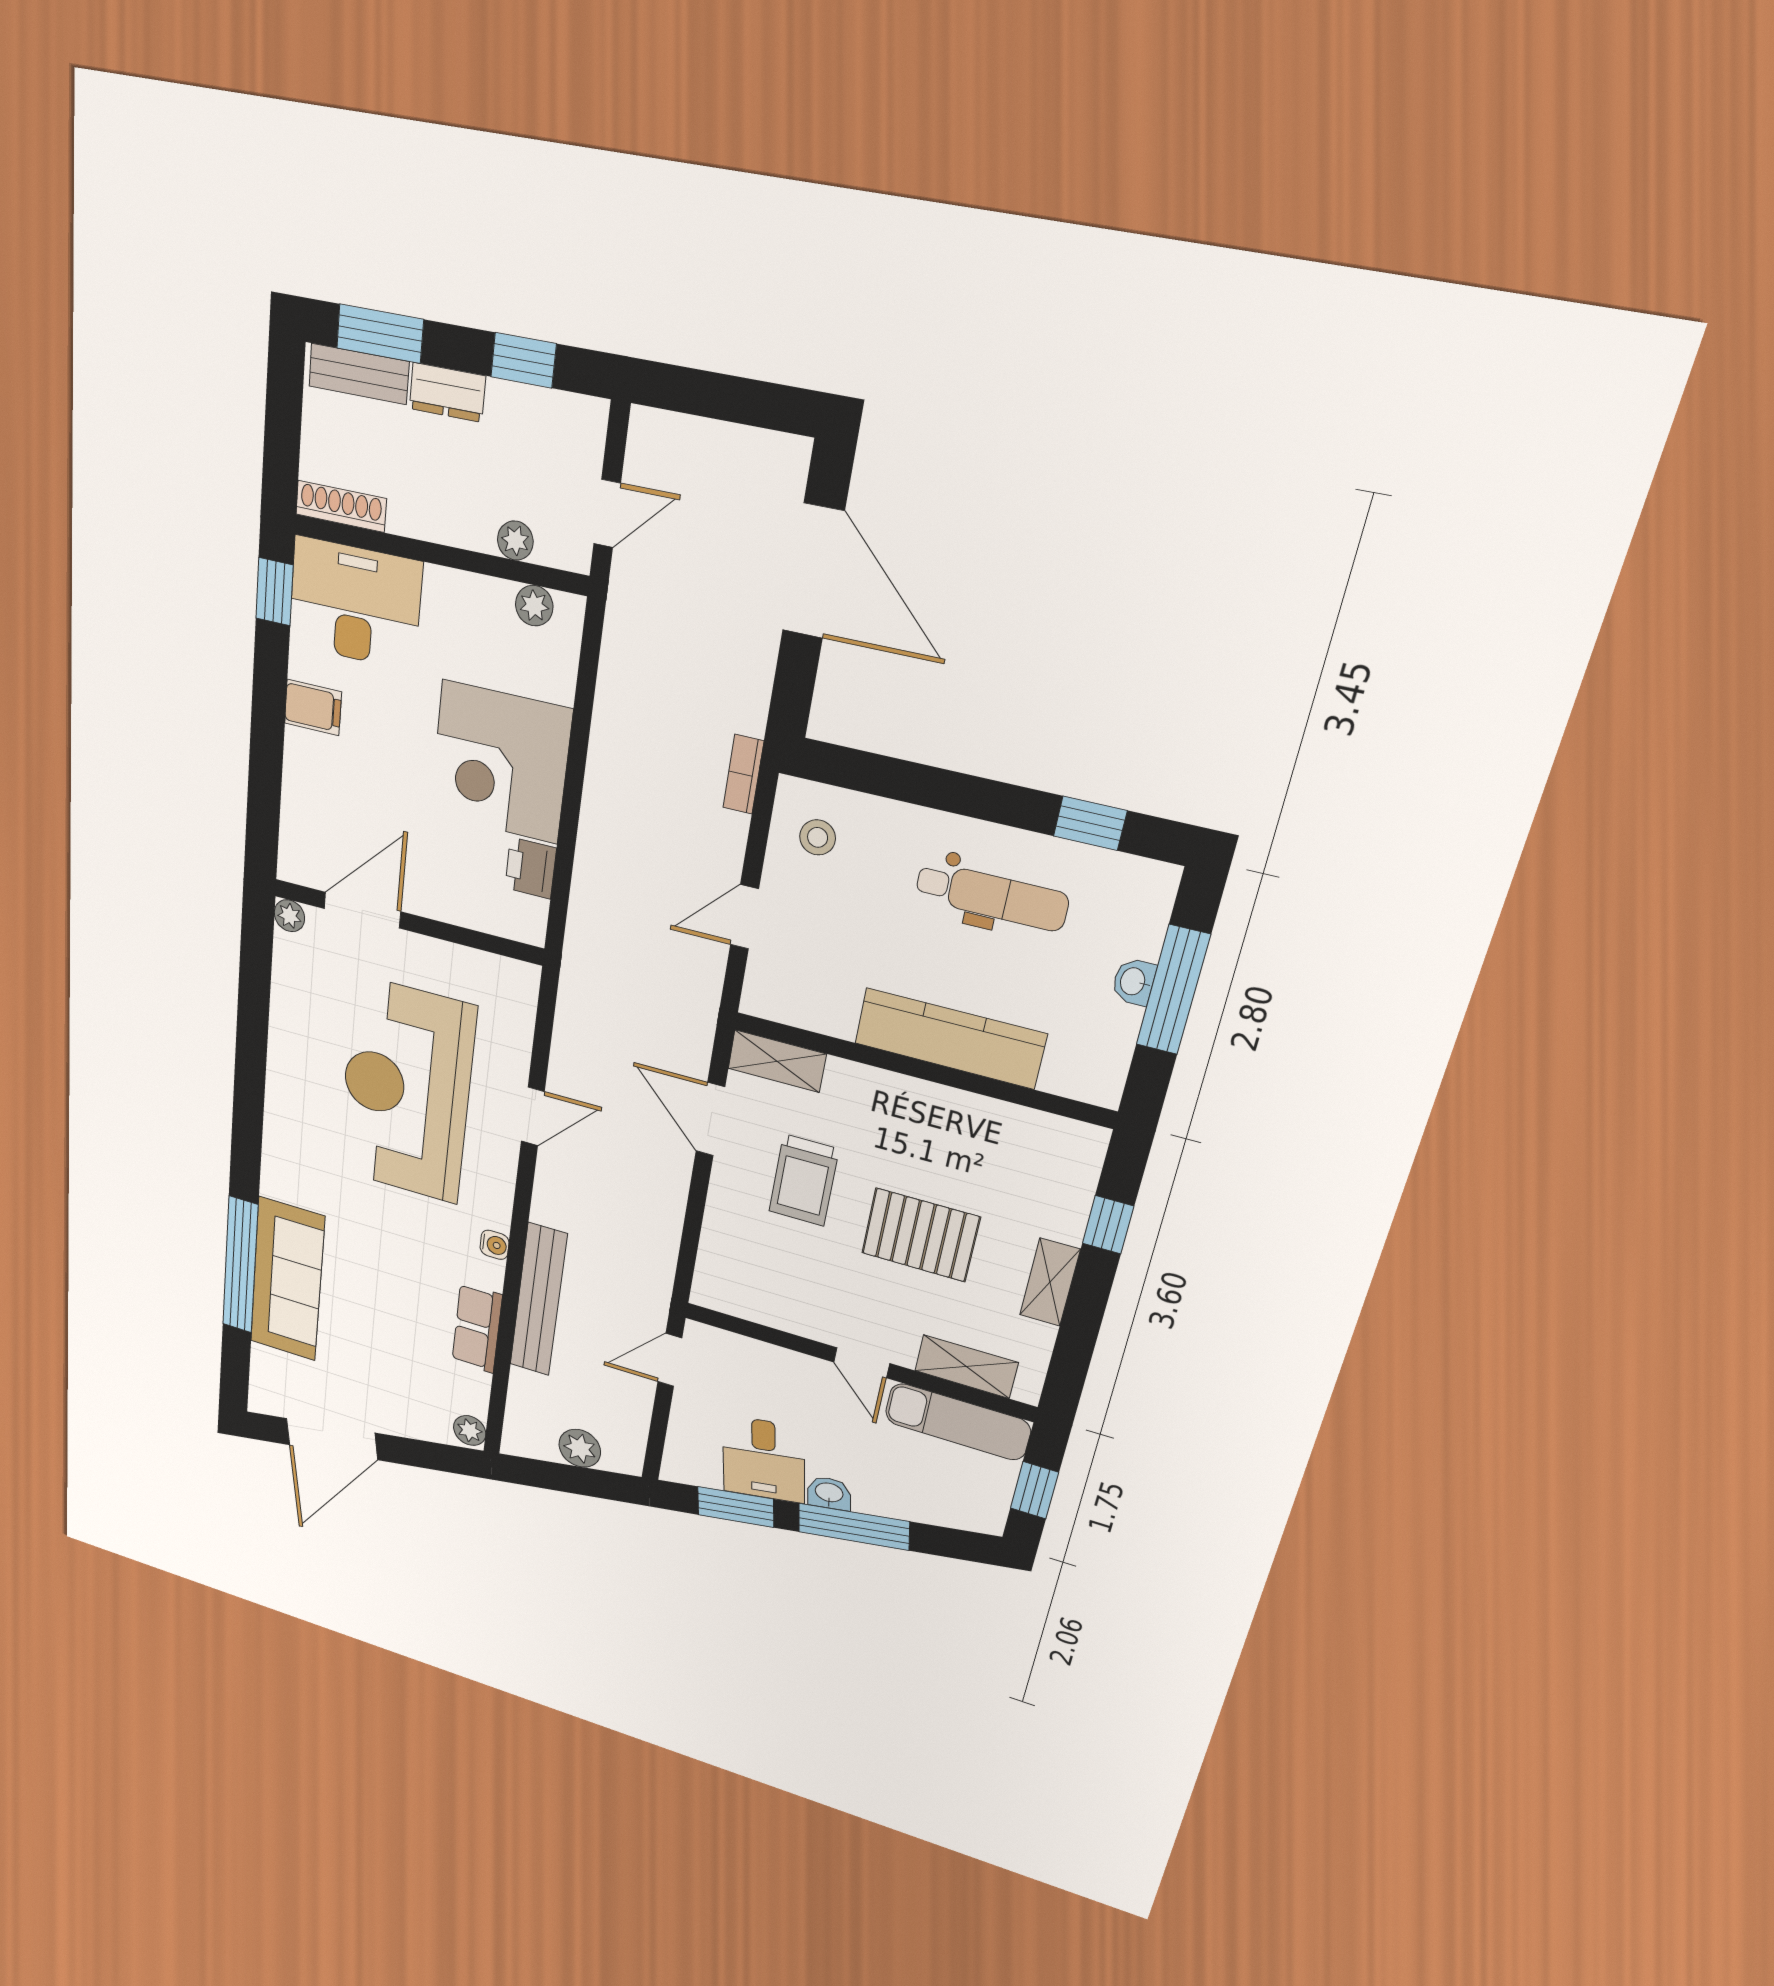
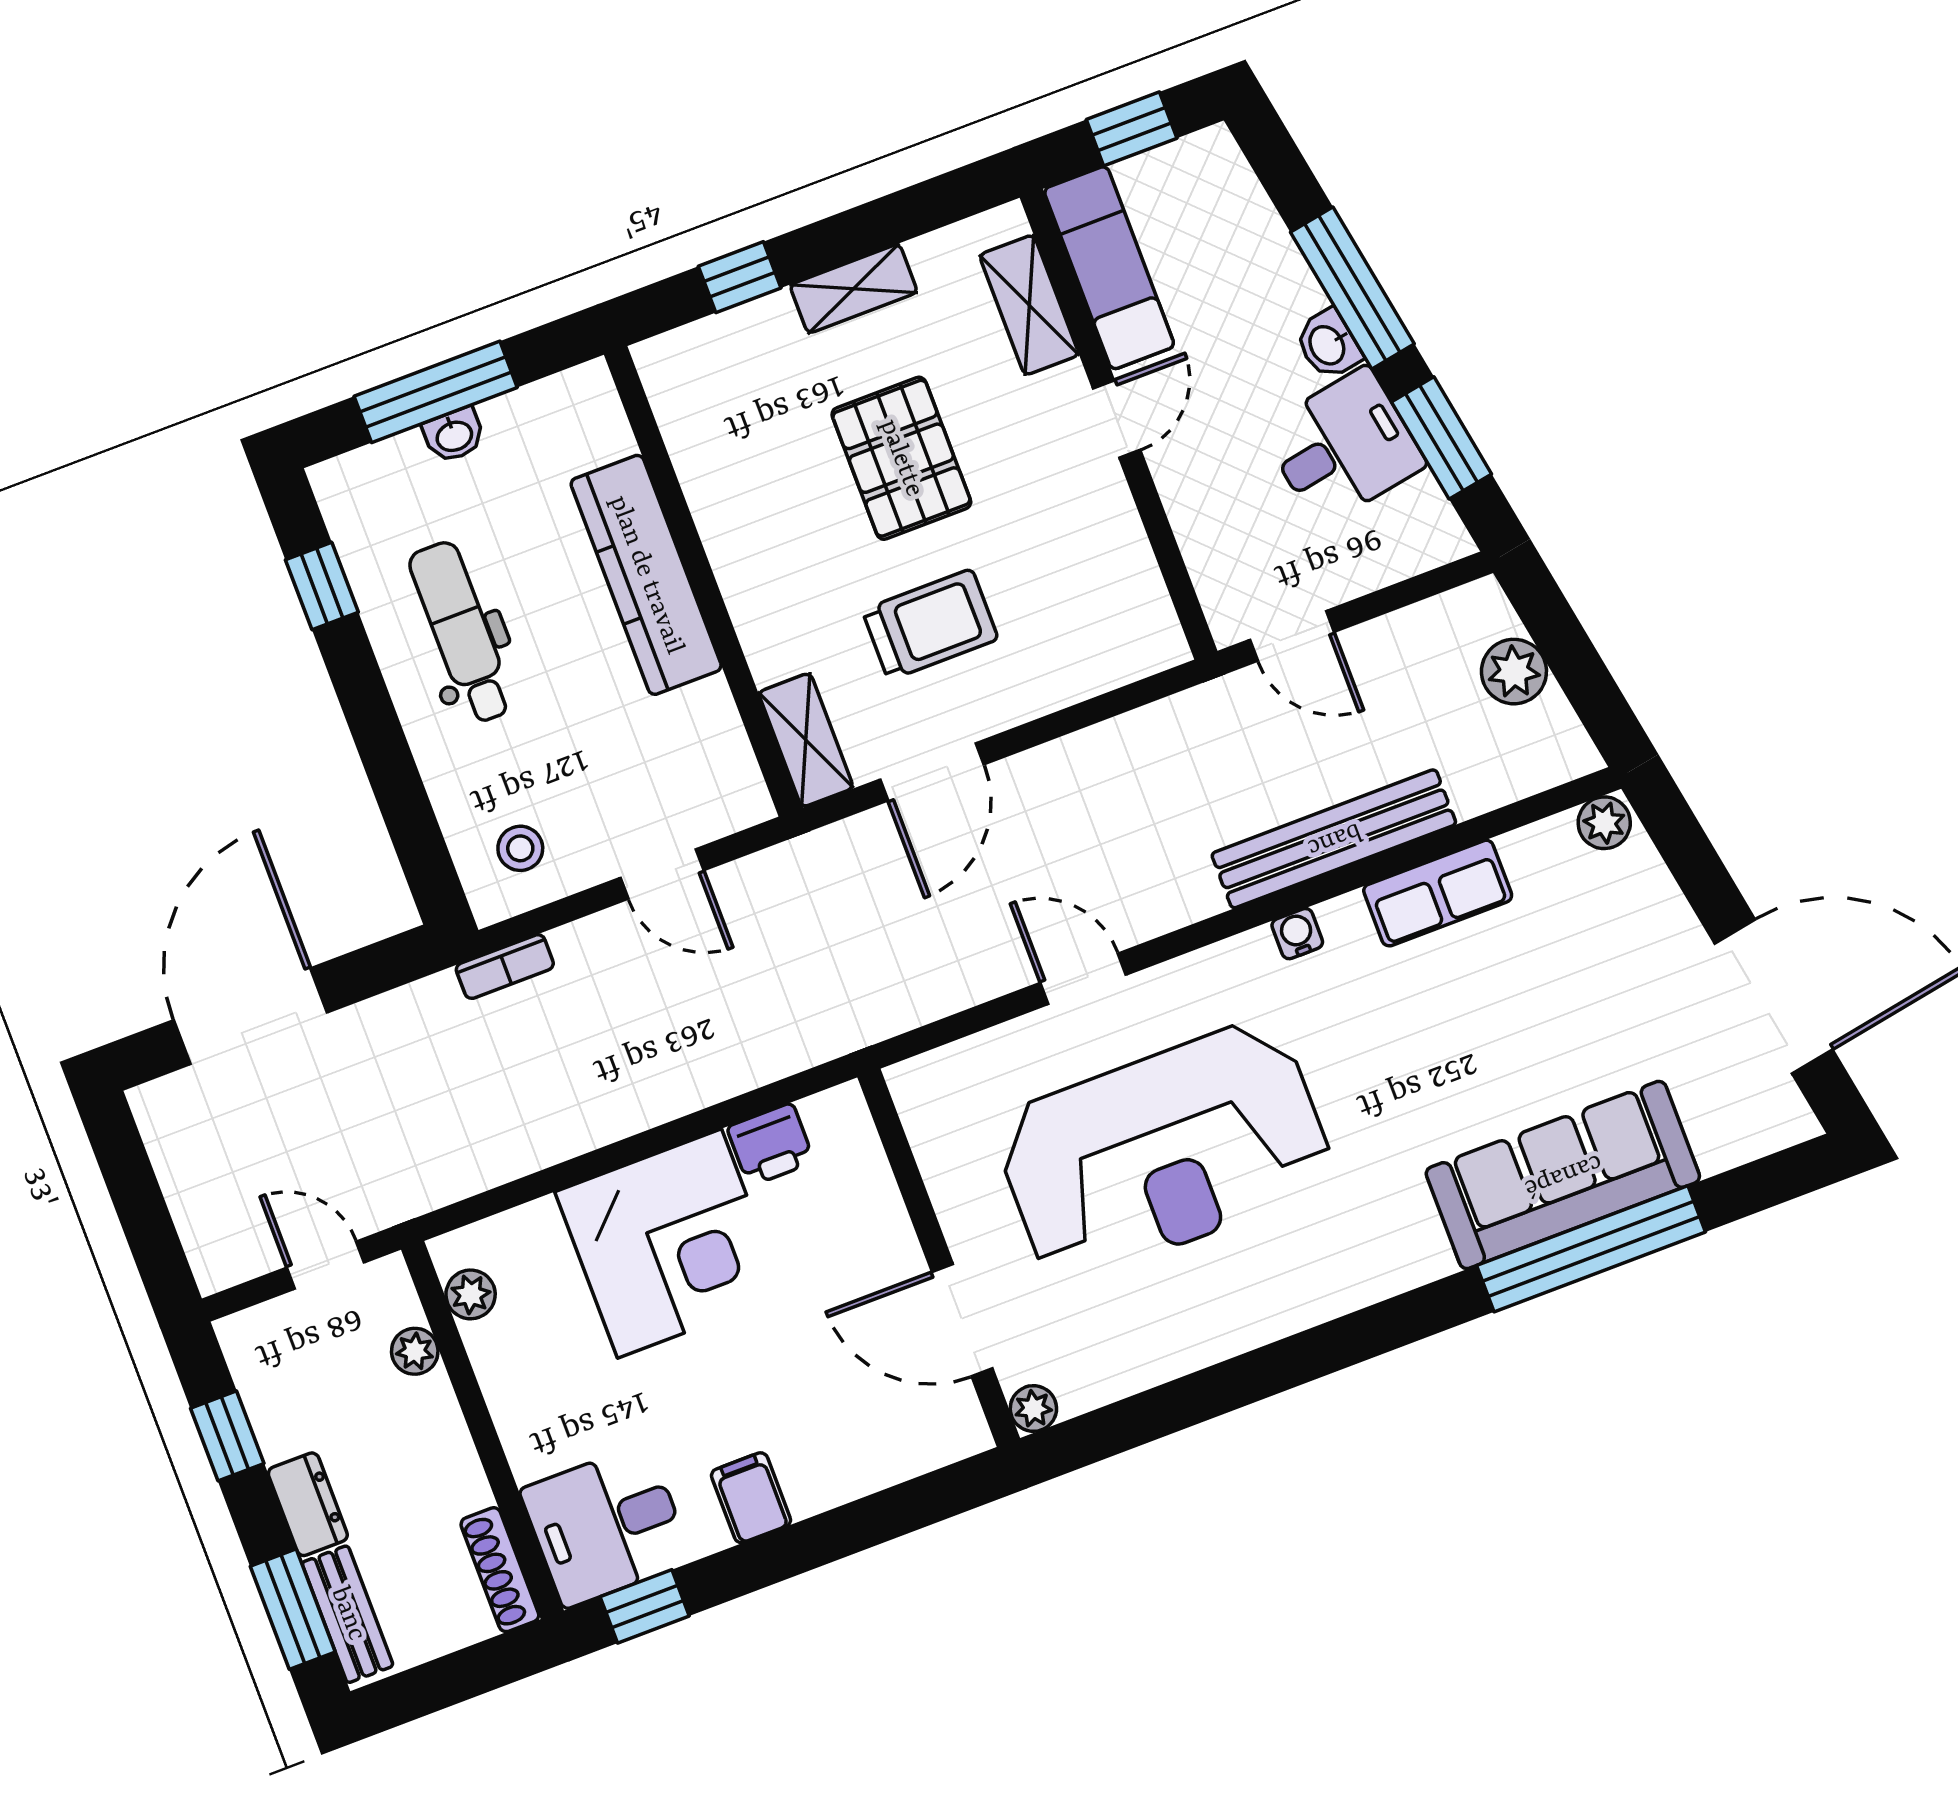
desk: (355, 604) -> (606, 1525), width x0.73

